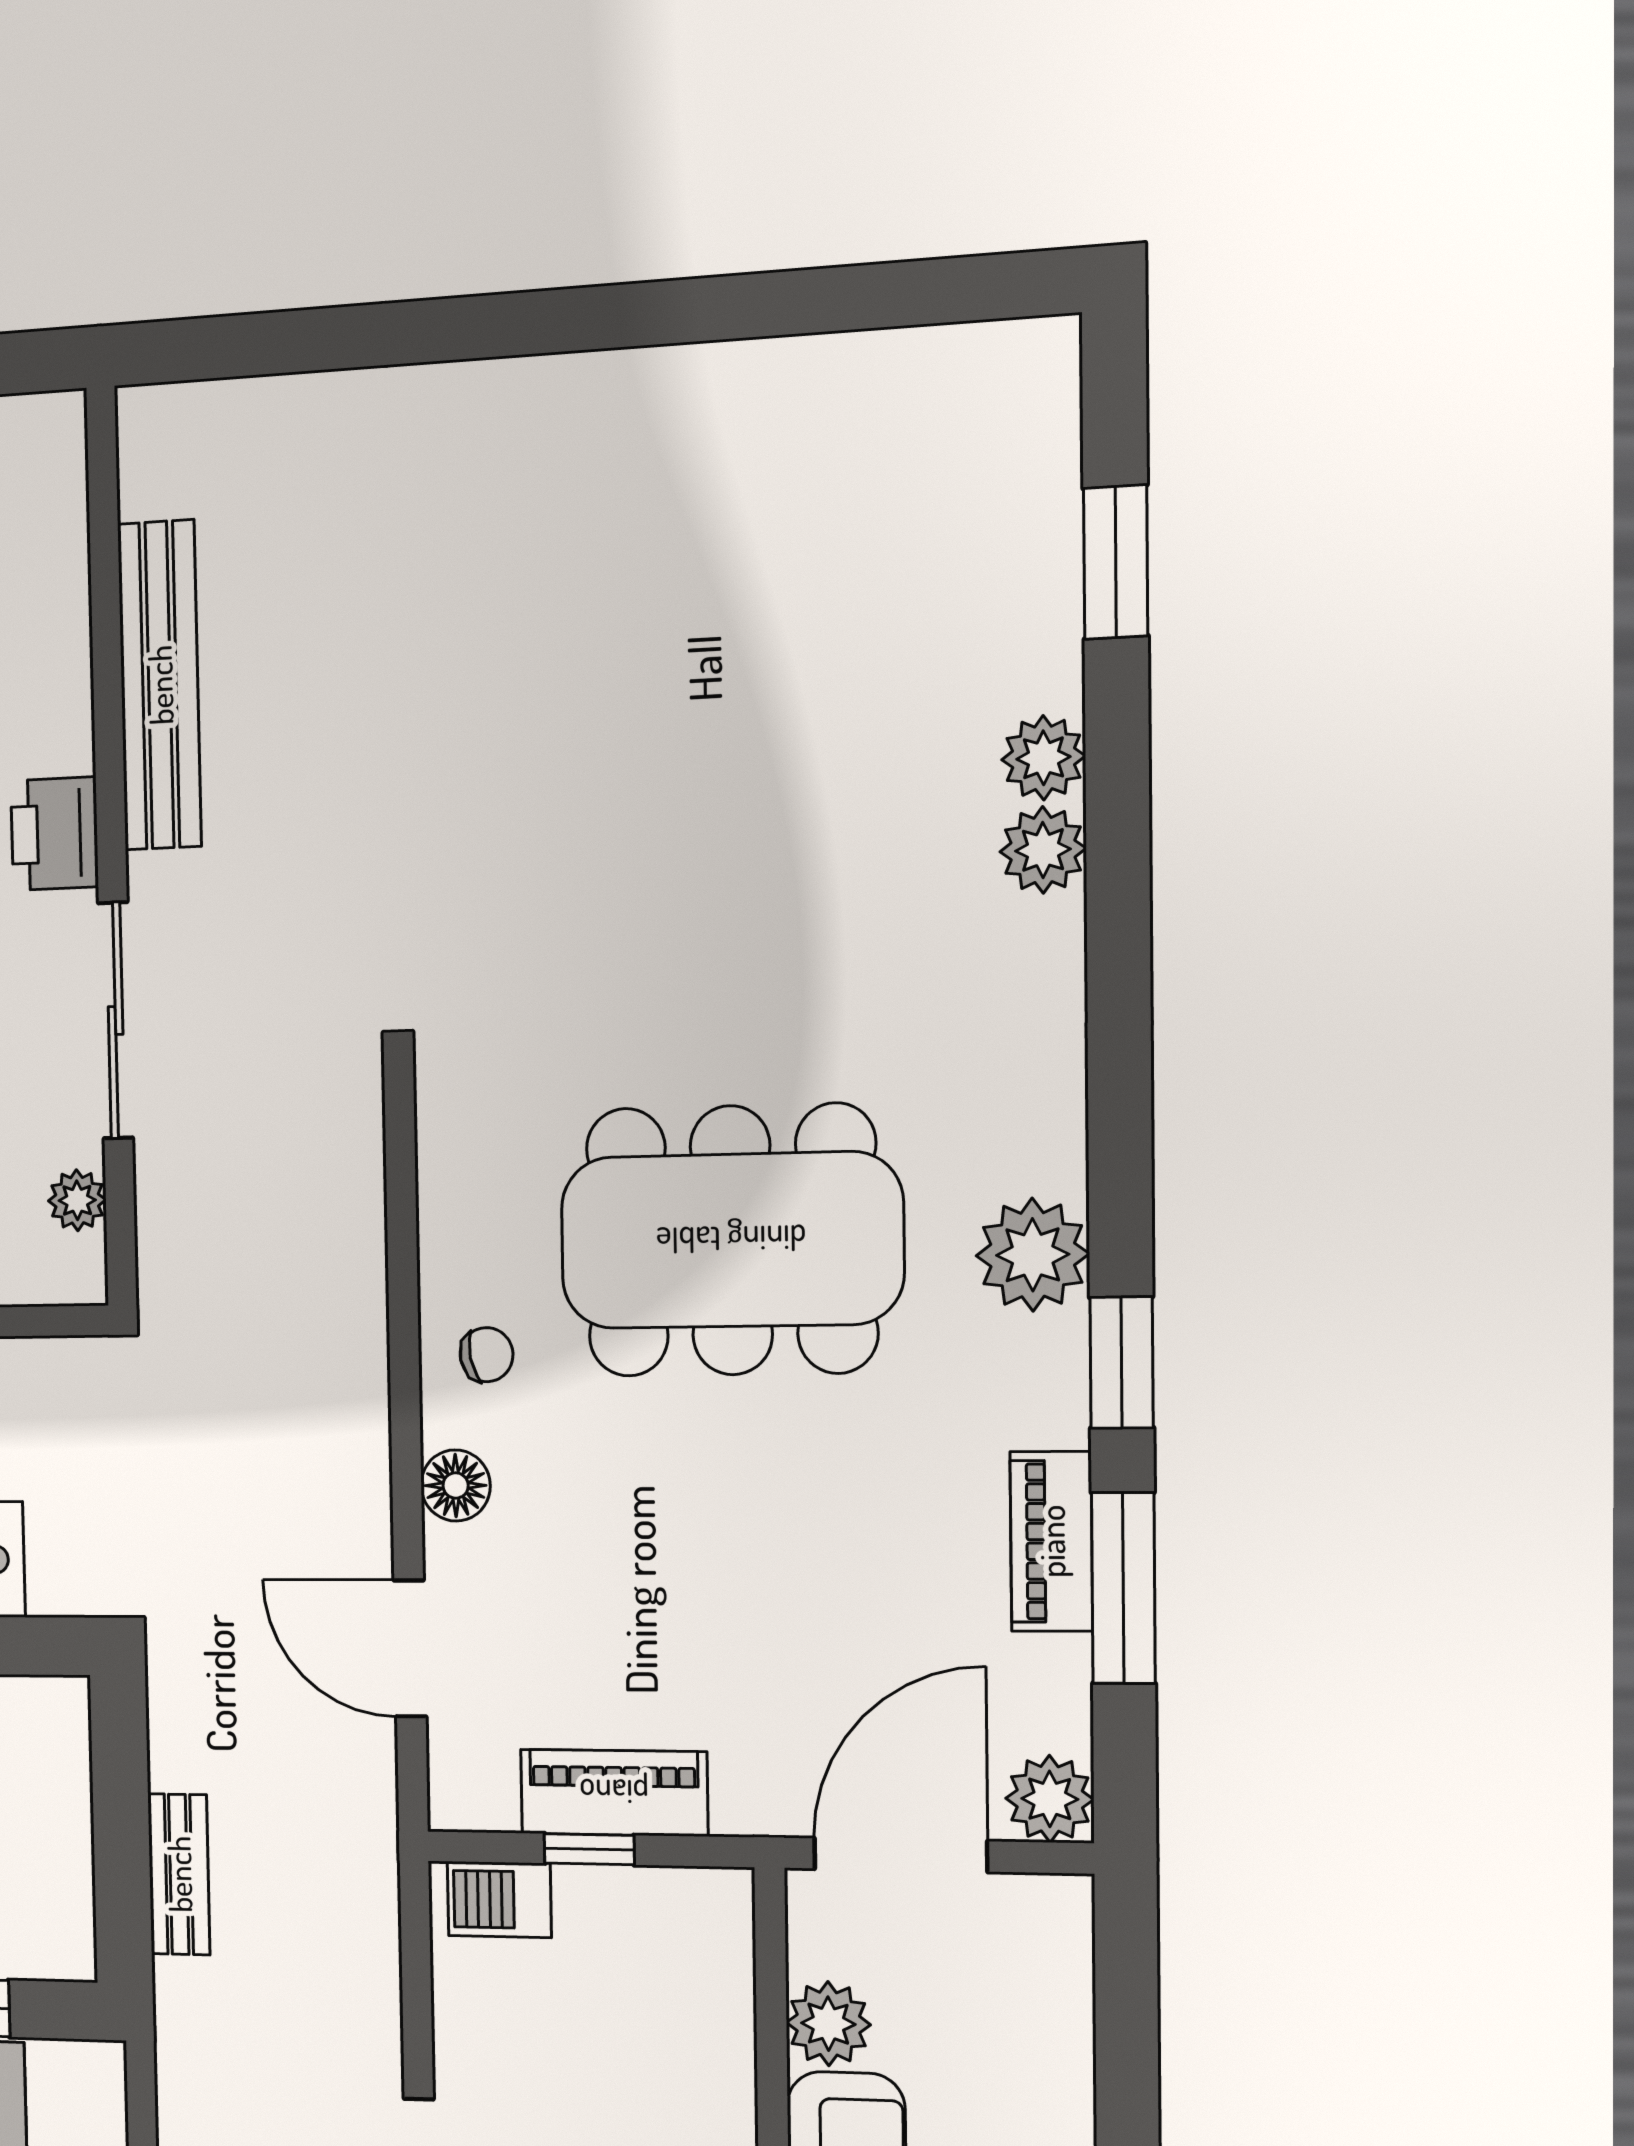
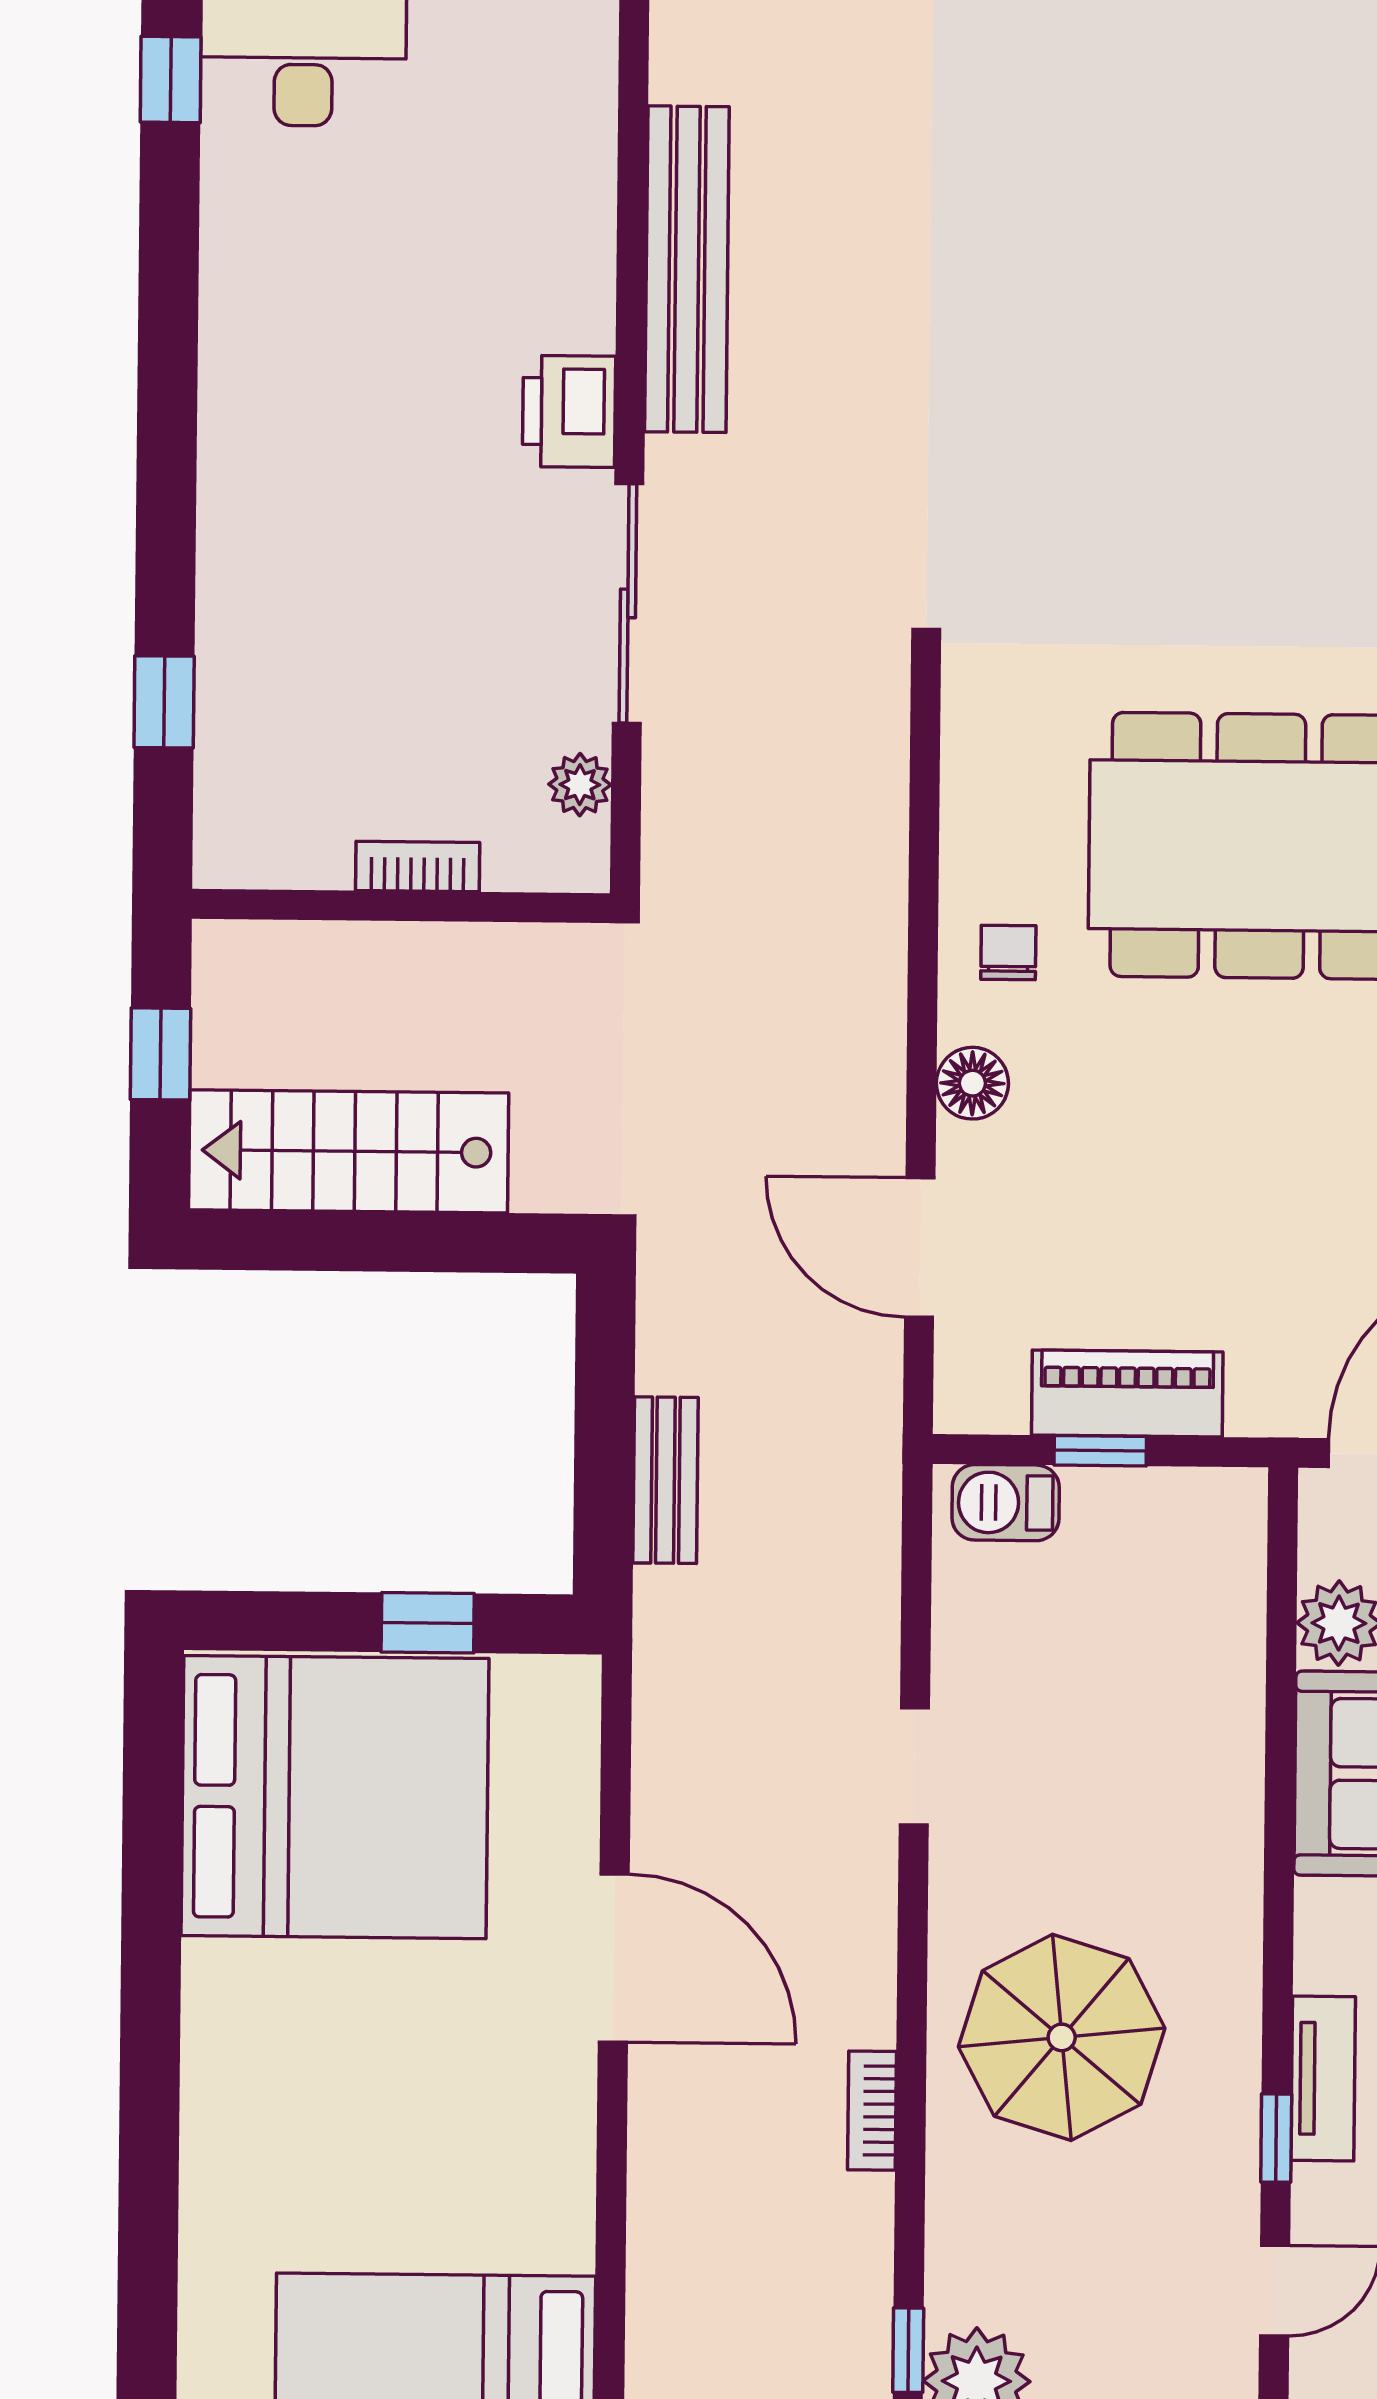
chair: (487, 1355) -> (1008, 953), turned -79

